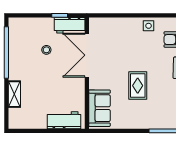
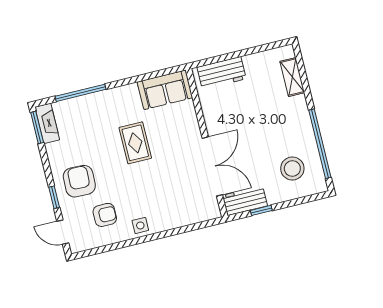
stool: (46, 50) -> (292, 168), moved, width x1.89, depth x1.89
shelving: (14, 94) -> (292, 77), moved
sofa: (99, 108) -> (165, 90), moved, turned -90

